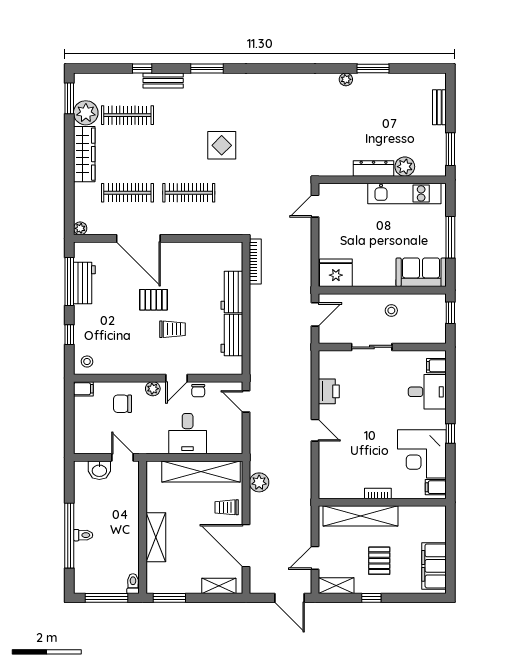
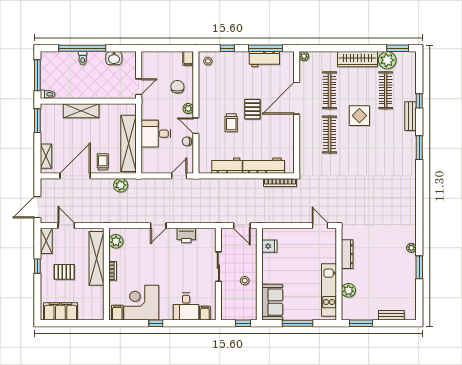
display table: (222, 145) -> (359, 116), moved
dresser: (374, 168) -> (347, 254), moved
fridge: (336, 273) -> (269, 246), width x0.53, depth x0.75
workbench: (232, 292) -> (264, 166), width x1.38
washbasin: (99, 470) -> (114, 58), moved, turned -90
plant: (337, 489) -> (116, 241), added

